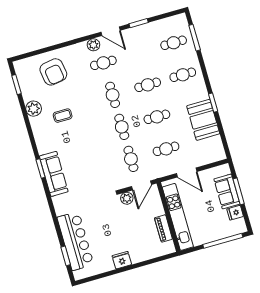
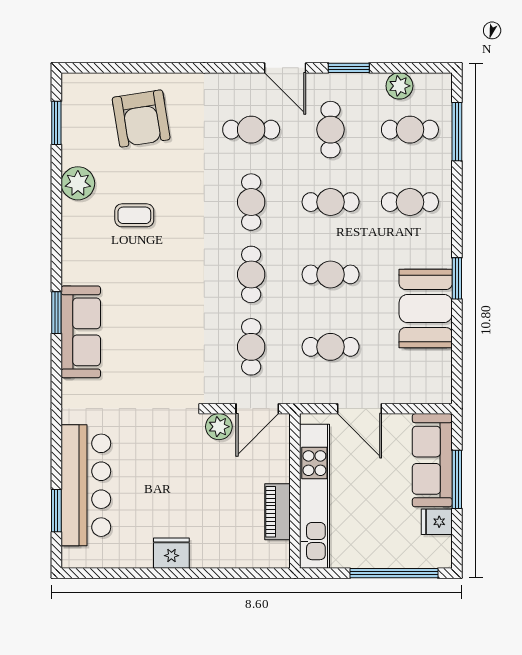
plant: (93, 45) -> (399, 86), moved
cafe table: (138, 53) -> (331, 130), added
sofa: (227, 191) -> (432, 460), width x1.36

